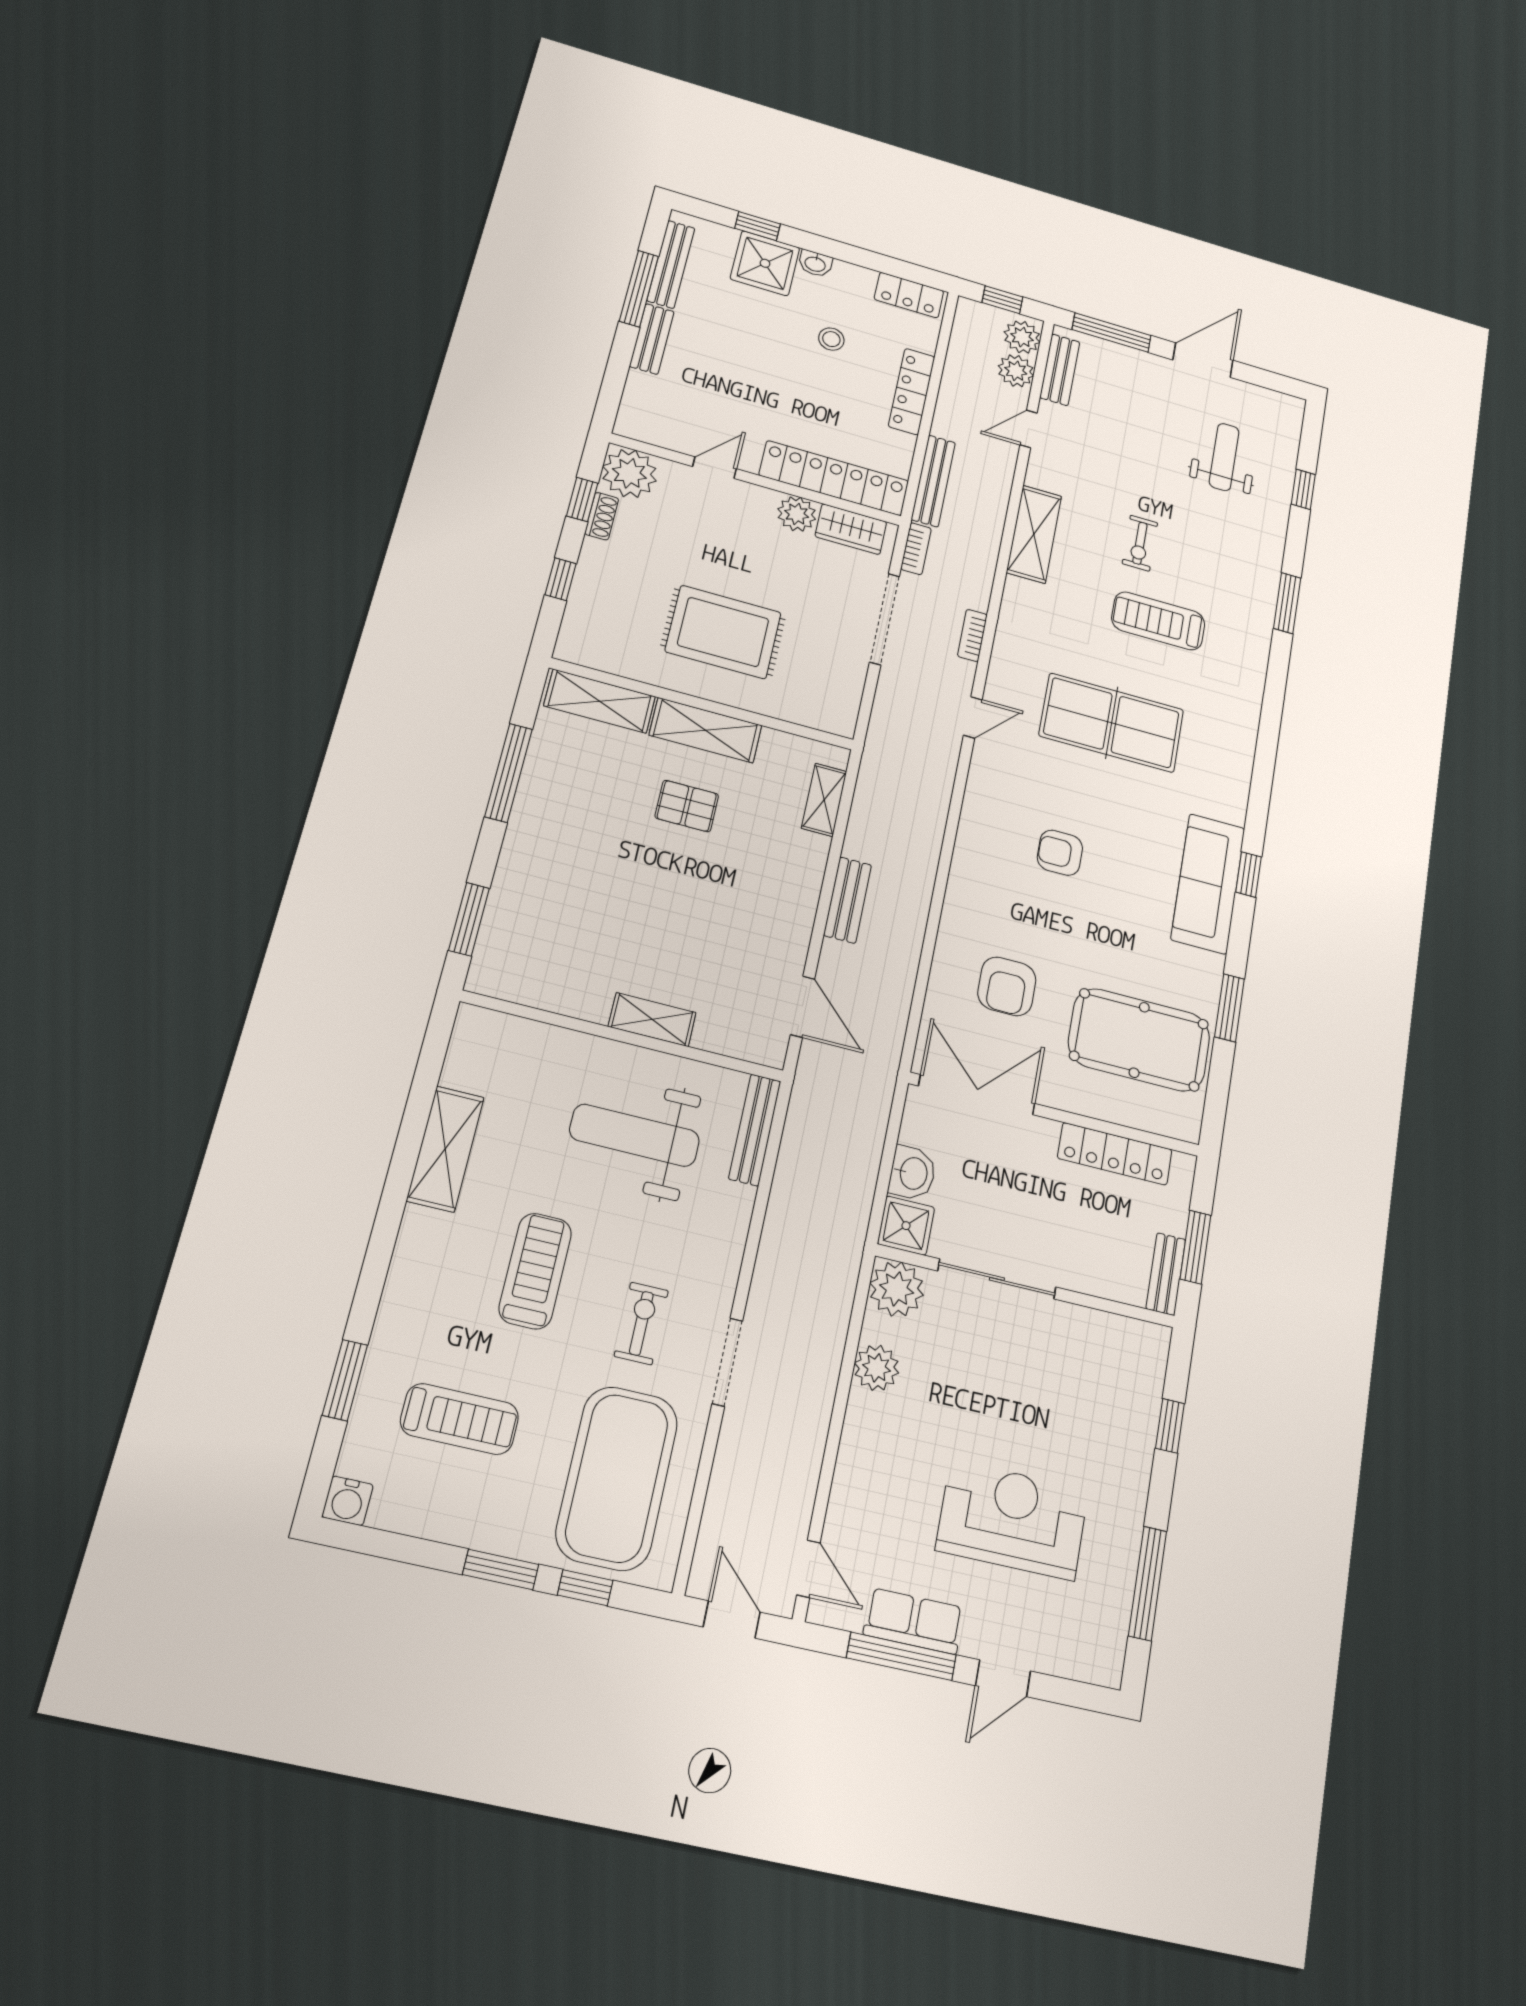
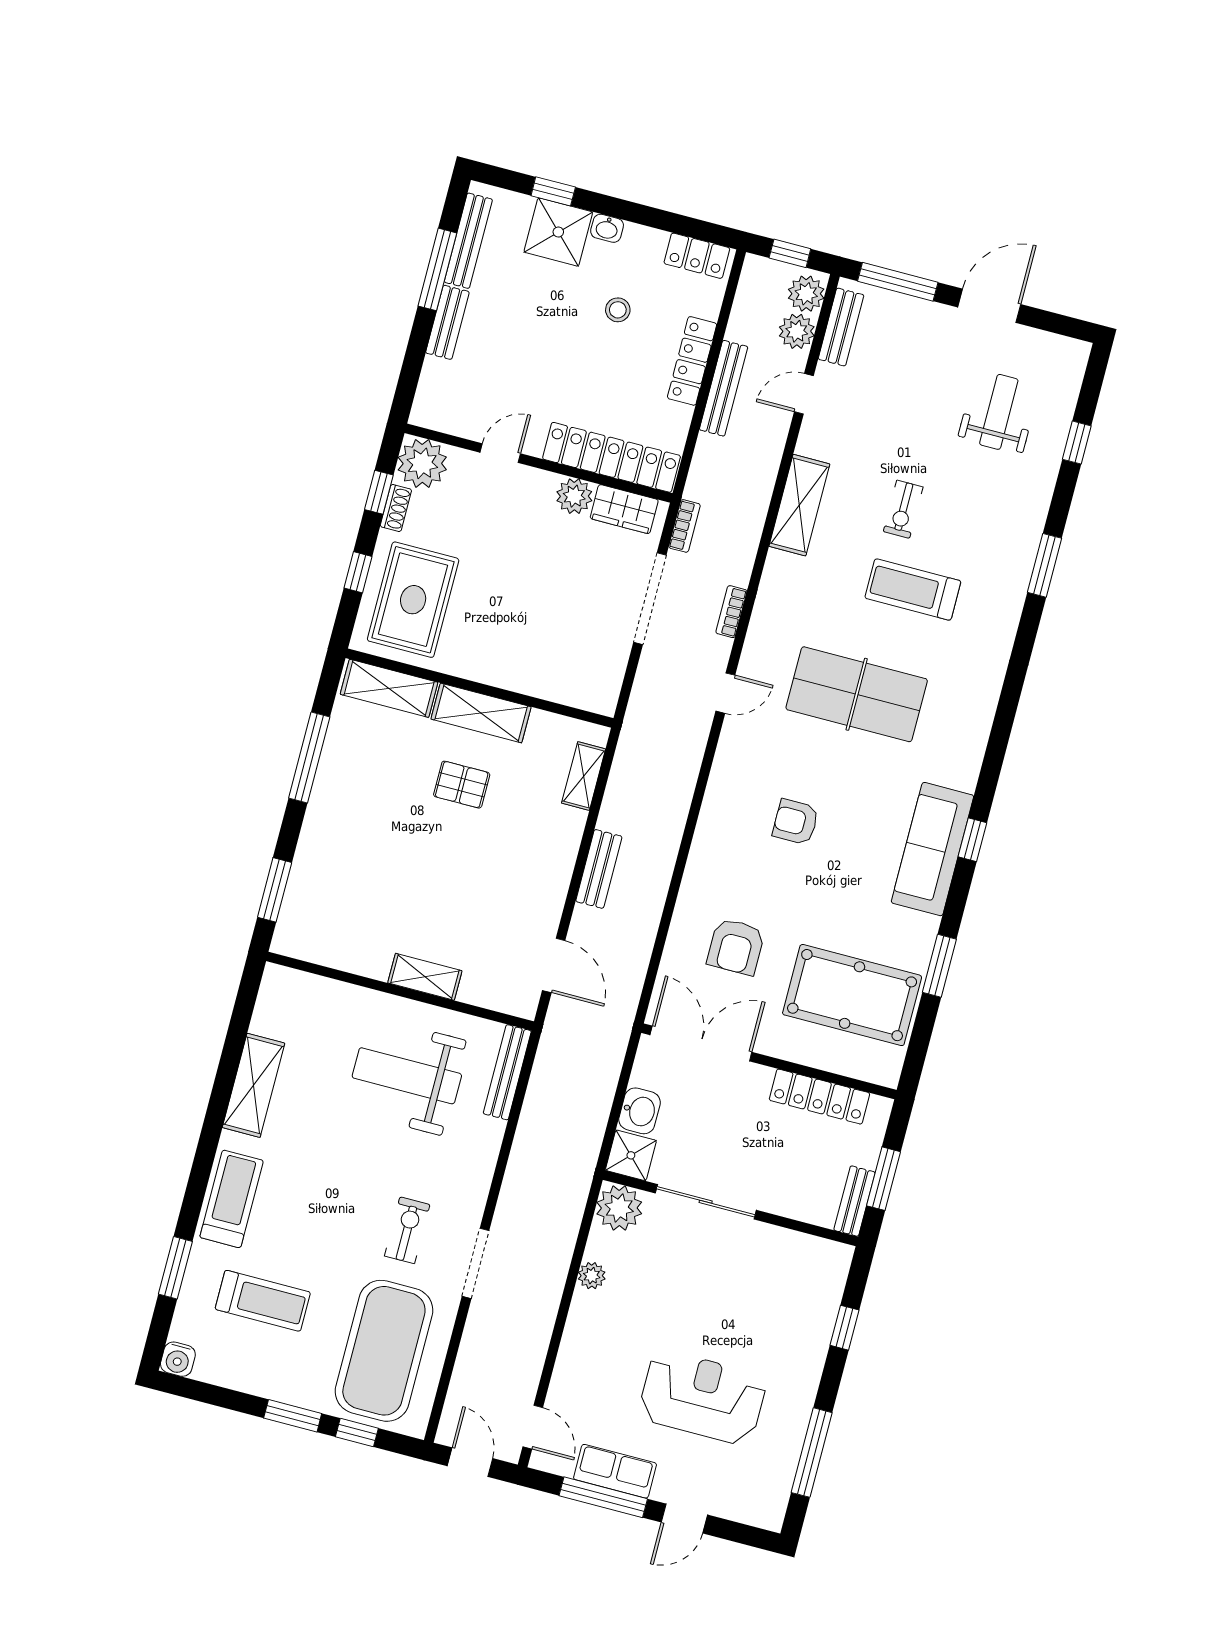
bench: (933, 481) -> (724, 388), moved
rug: (723, 632) -> (413, 600), moved, turned 90
treadmill: (535, 1271) -> (232, 1199), moved
plant: (877, 1368) -> (592, 1276), width x0.73, depth x0.73

